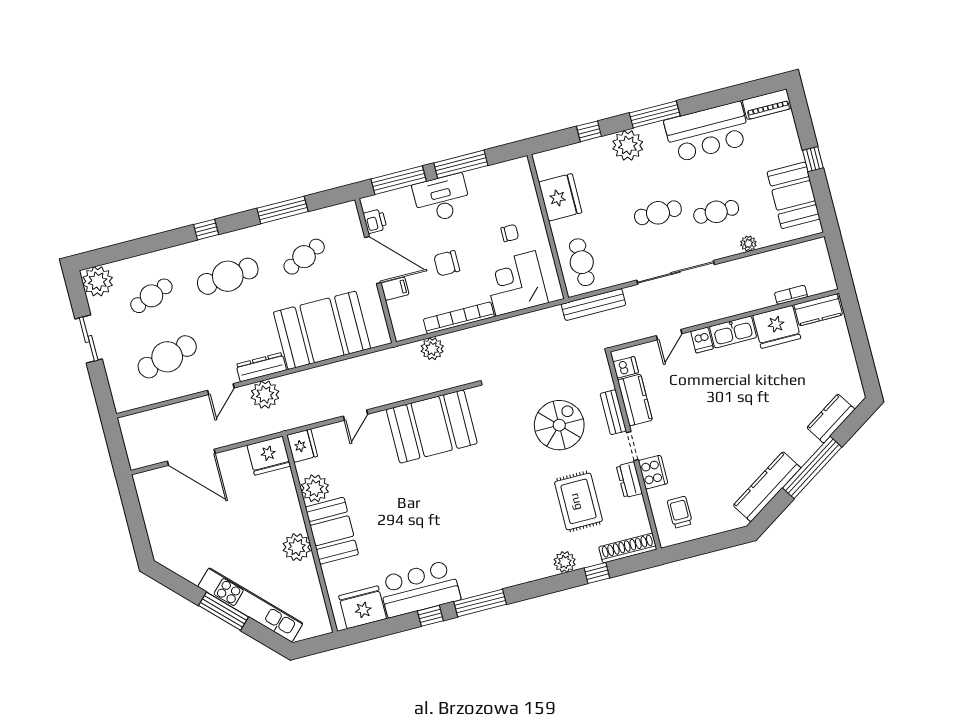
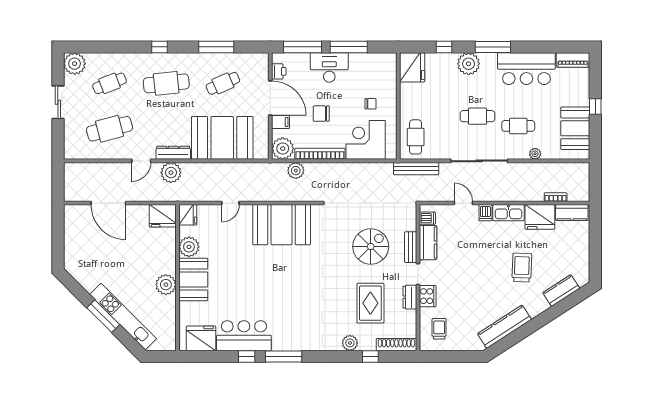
fridge: (560, 197) -> (412, 67), moved
plant: (407, 324) -> (283, 148), added
door: (669, 335) -> (463, 203), swing flipped
trolley: (770, 401) -> (522, 268), added
window: (812, 467) -> (539, 321), removed

